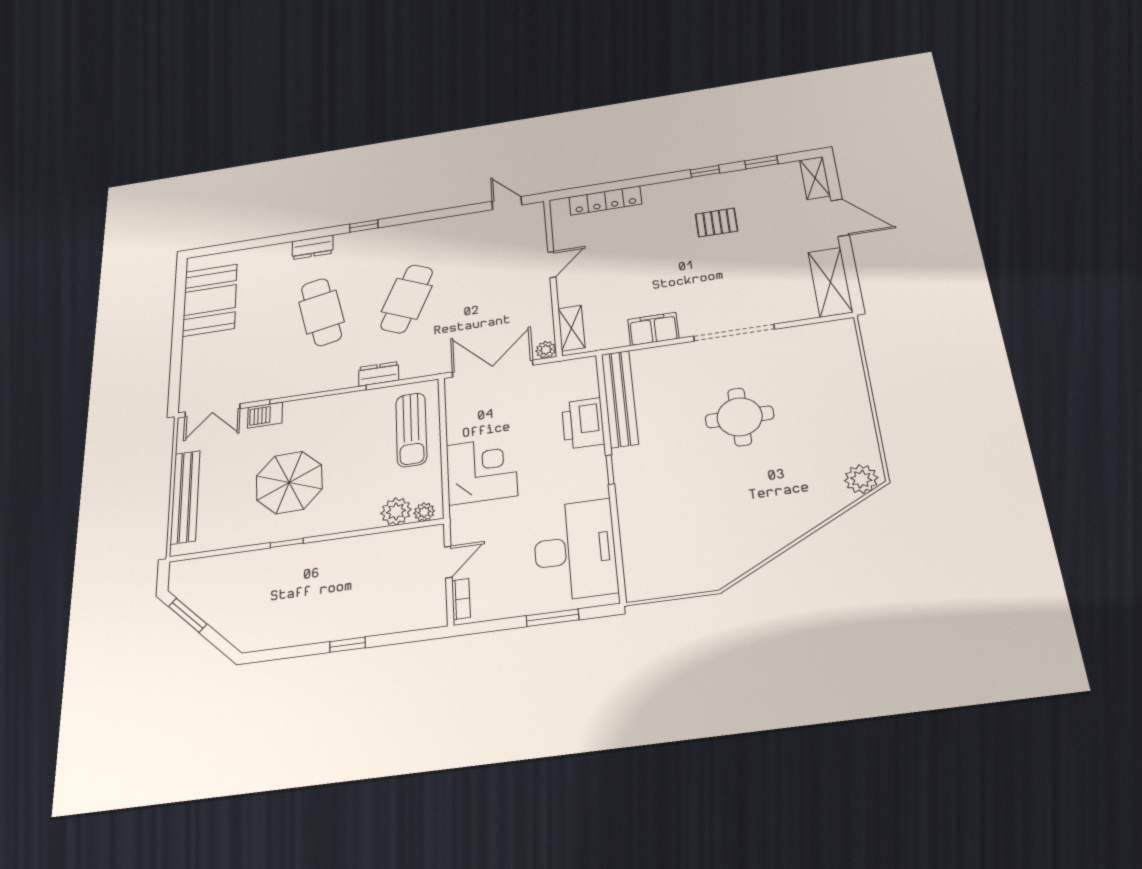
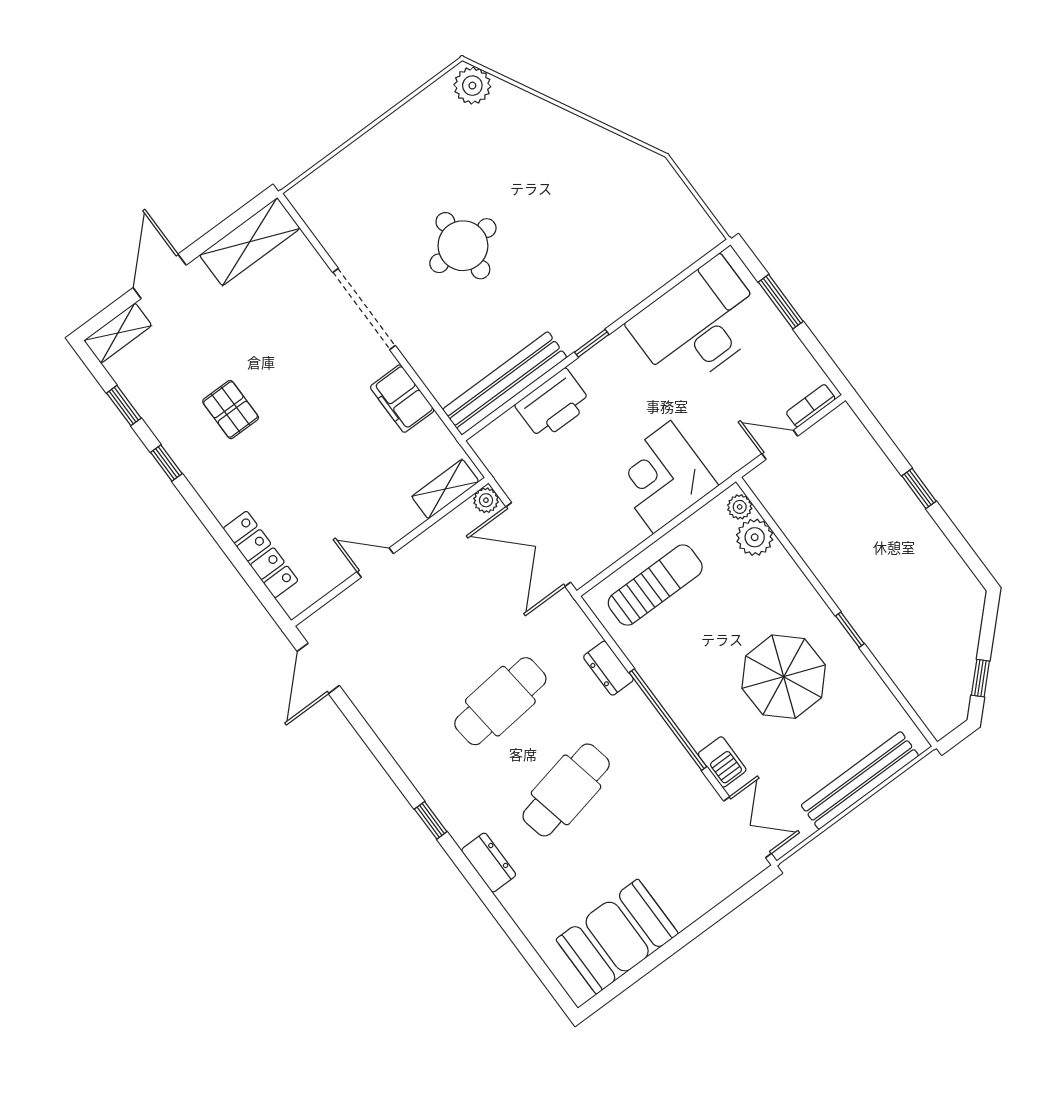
door: (507, 203) -> (318, 668), width x1.38
cafe table: (407, 299) -> (500, 701), turned -30
window: (188, 615) -> (980, 678), width x0.67

